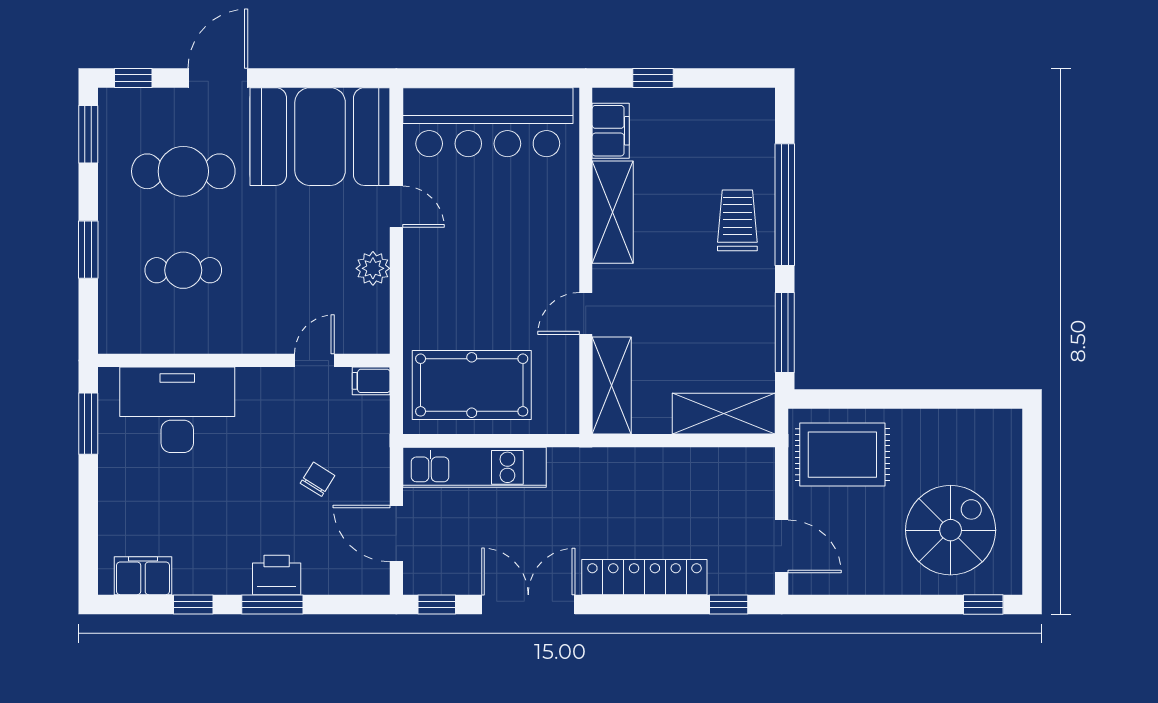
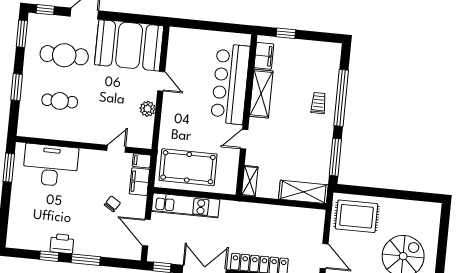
bar counter: (488, 122) -> (230, 84), moved, turned 90
trolley: (737, 220) -> (318, 103), width x0.73, depth x0.72
shelving: (612, 386) -> (250, 181), width x0.67, depth x0.75
printer: (277, 575) -> (62, 244), moved
filing cabinet: (143, 576) -> (139, 182), moved, turned -90

